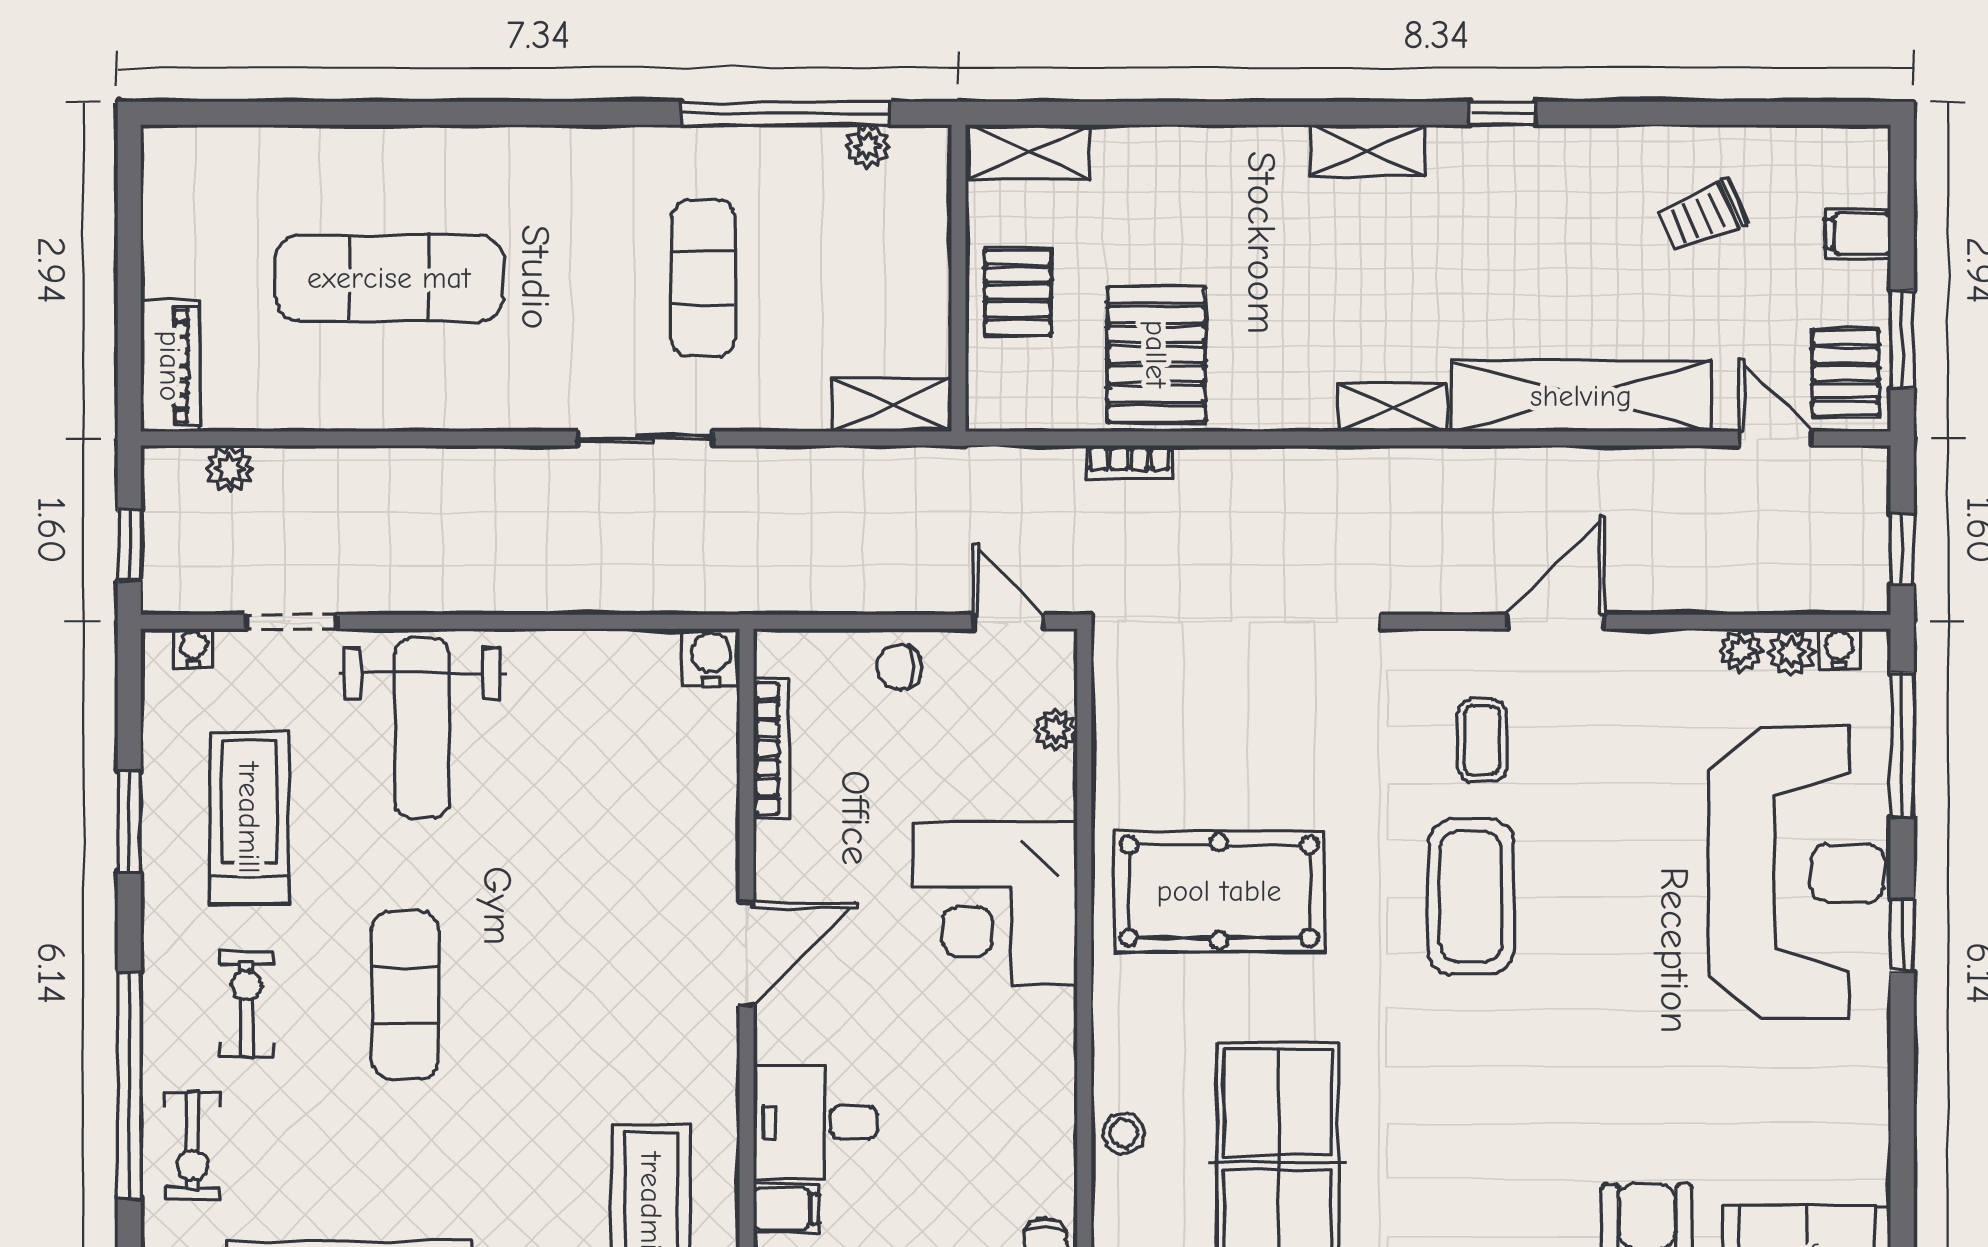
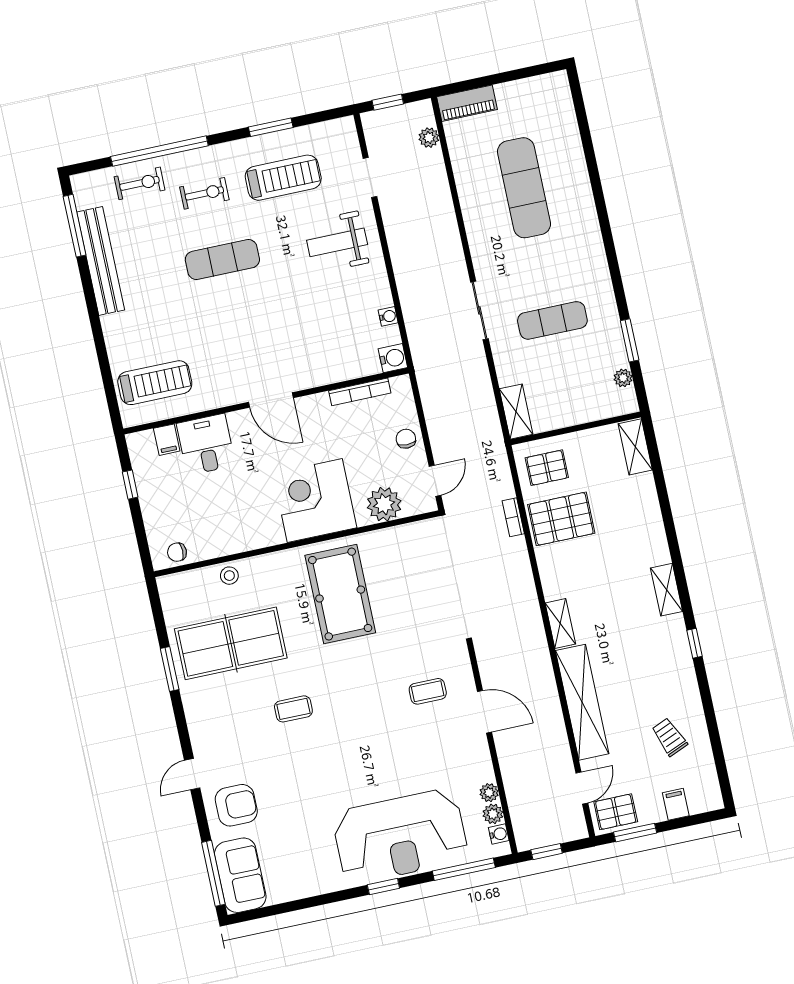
window: (786, 113) -> (630, 340), width x0.47
pallet: (1018, 292) -> (547, 468), moved
water cooler: (193, 648) -> (388, 316), moved
weight bench: (422, 728) -> (337, 242), width x0.73, depth x0.75
plant: (1056, 730) -> (384, 504), width x1.87, depth x1.87
coffee table: (1471, 897) -> (293, 709), moved, width x0.54, depth x0.58
exercise bike: (193, 1146) -> (140, 183), turned 180

